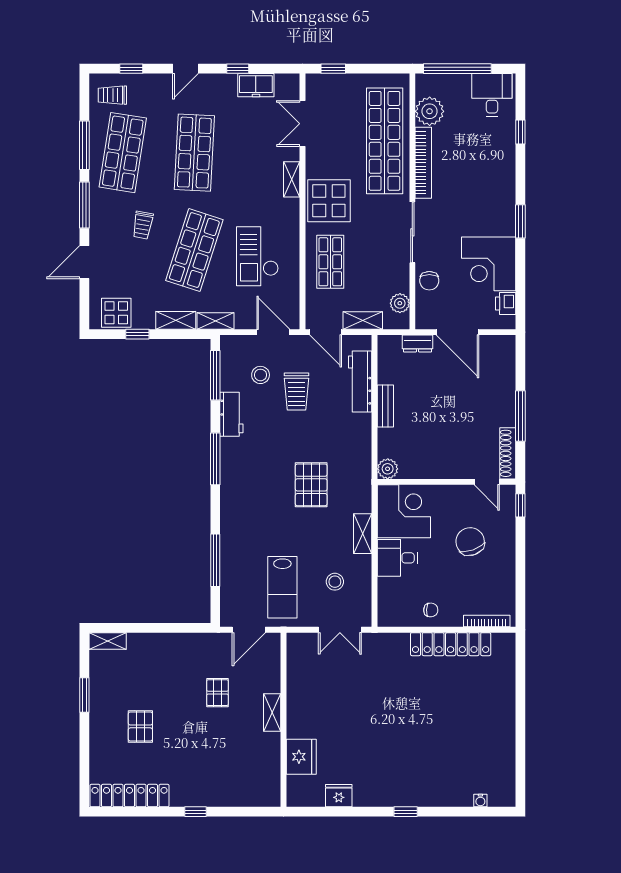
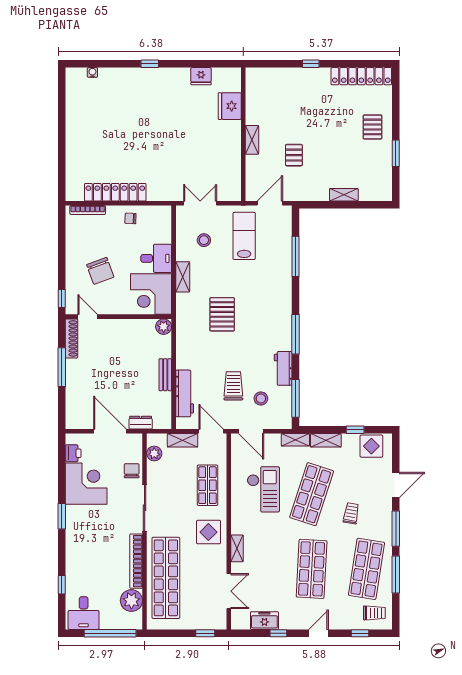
display table: (329, 201) -> (208, 532), width x0.73, depth x0.73
shelving: (108, 641) -> (344, 195), moved
pallet: (140, 726) -> (373, 127), moved

